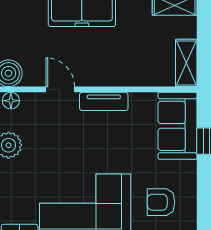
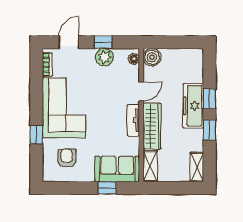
shelving: (186, 63) -> (150, 166), moved, turned 90
wardrobe: (113, 73) -> (152, 126), added

